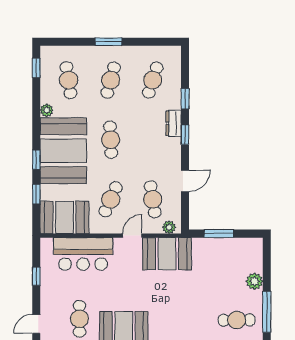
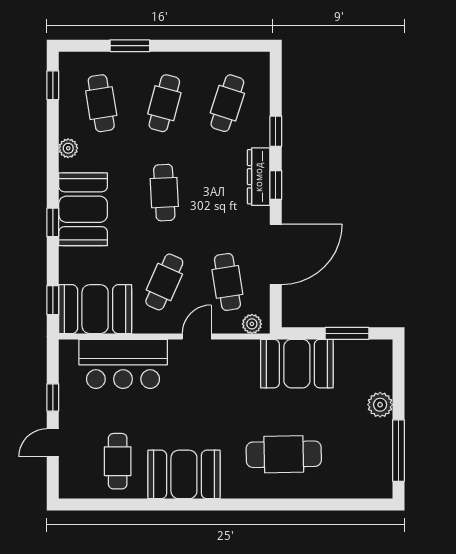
window: (109, 42) -> (130, 46), moved
dresser: (174, 123) -> (259, 177), width x1.44
booth: (63, 151) -> (83, 209), width x0.73, depth x0.70
door: (185, 181) -> (276, 254), width x1.88
window: (36, 194) -> (53, 300), moved
window: (219, 234) -> (347, 333), moved
booth: (167, 254) -> (297, 364), moved
cafe table: (237, 320) -> (284, 454), moved, width x1.37, depth x1.35
door: (36, 324) -> (53, 443), moved

